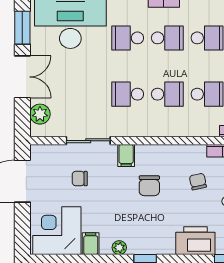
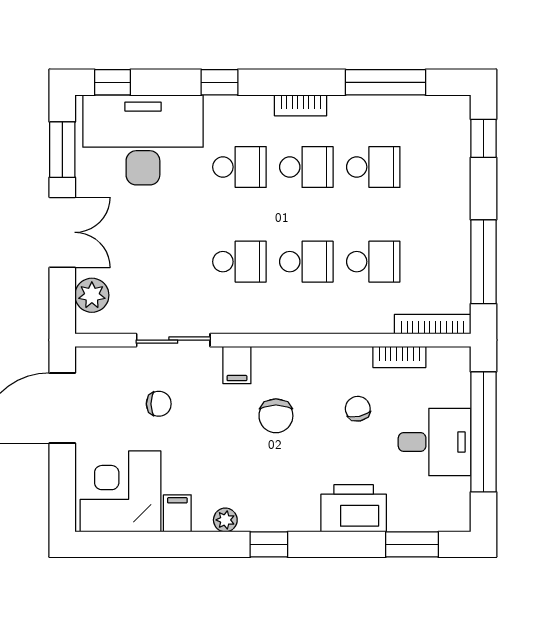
school desk: (128, 38) -> (239, 167), turned 180
school desk: (128, 94) -> (239, 262), turned 180
chair: (80, 179) -> (159, 404), turned 180

